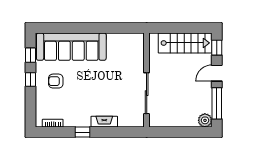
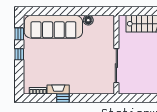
floor lamp: (113, 39) -> (88, 20), added
armchair: (56, 81) -> (40, 56), removed
fireplace: (104, 122) -> (58, 89), moved

